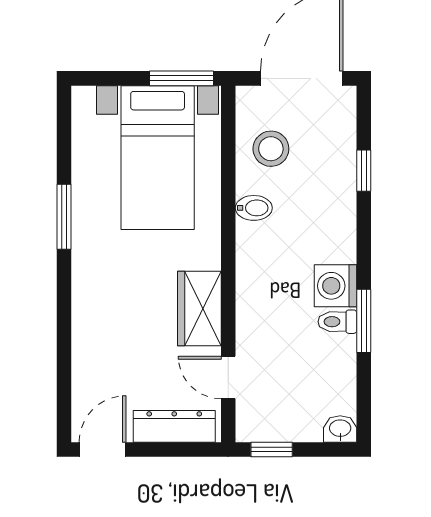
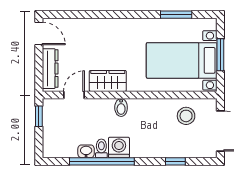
window: (181, 78) -> (220, 55), moved
bidet: (254, 208) -> (121, 108), moved
window: (64, 217) -> (176, 15), moved
window: (364, 321) -> (102, 161), width x2.11
washbasin: (340, 429) -> (86, 151), moved, turned -90

